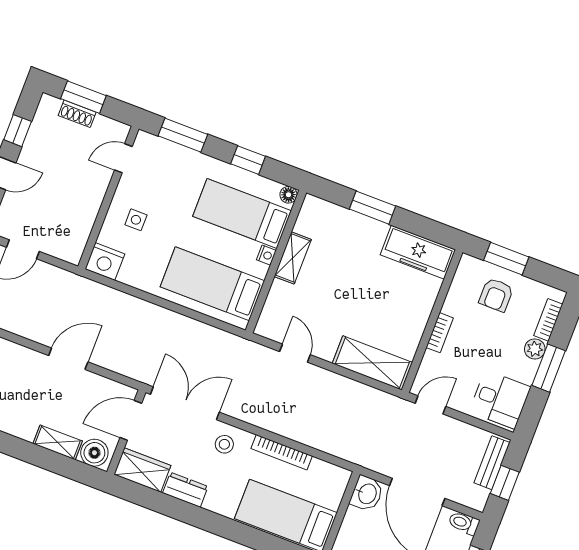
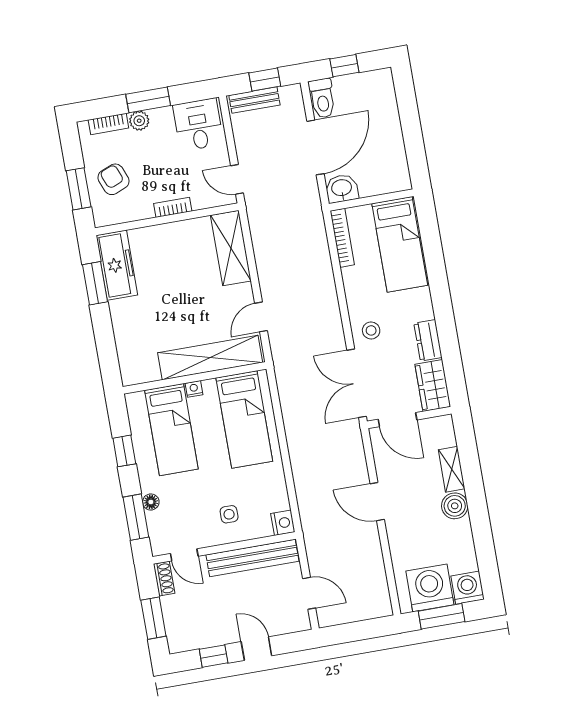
shoe rack: (77, 114) -> (164, 579), moved
floor lamp: (288, 195) -> (151, 502), moved
window: (372, 208) -> (95, 283), moved
bench: (84, 217) -> (252, 558), added
shelving: (293, 258) -> (210, 358), width x2.20, depth x1.33
nightstand: (105, 261) -> (283, 523), width x0.74, depth x0.75
armchair: (496, 295) -> (114, 179), turned -112
bookcase: (282, 452) -> (342, 238), moved
boiler: (94, 453) -> (455, 506), moved
toilet: (464, 523) -> (322, 98), width x1.37, depth x1.39

